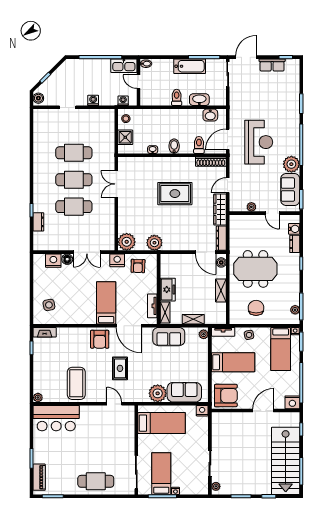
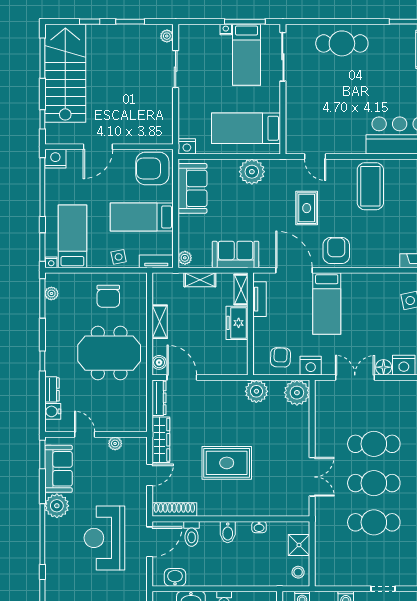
sofa: (184, 392) -> (192, 188), moved, turned -90

